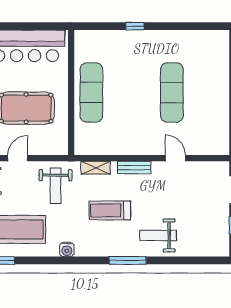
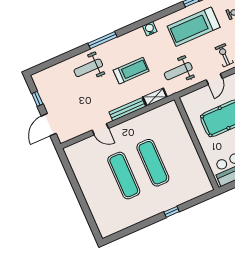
exercise mat: (91, 93) -> (153, 163), moved
bench: (134, 168) -> (127, 109), width x1.36
weight bench: (55, 186) -> (178, 71), turned -90
weight bench: (158, 235) -> (88, 68), turned 180

